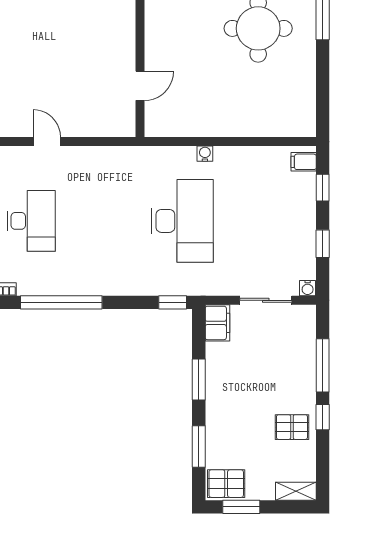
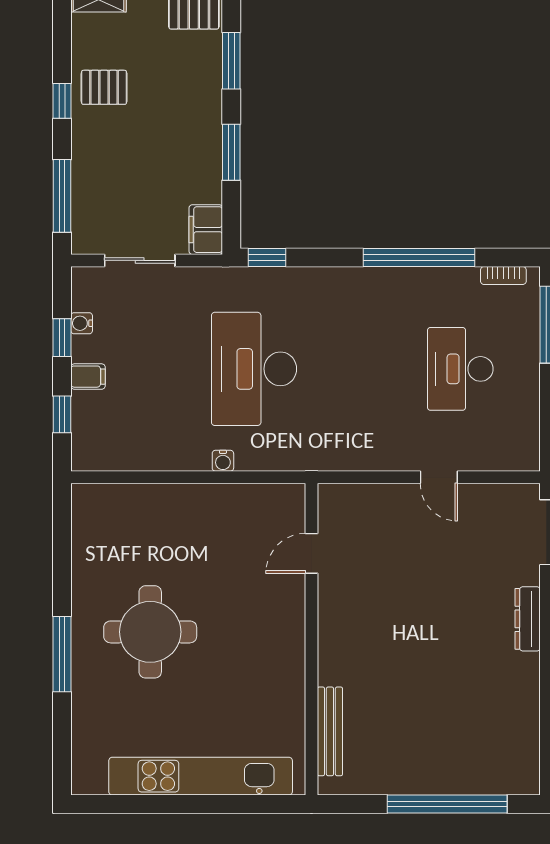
filing cabinet: (304, 162) -> (88, 377), moved
water cooler: (308, 288) -> (82, 323), moved, turned -90
window: (323, 365) -> (62, 196), moved

